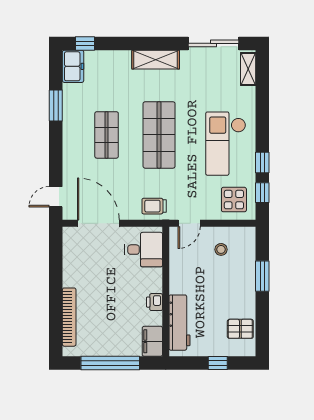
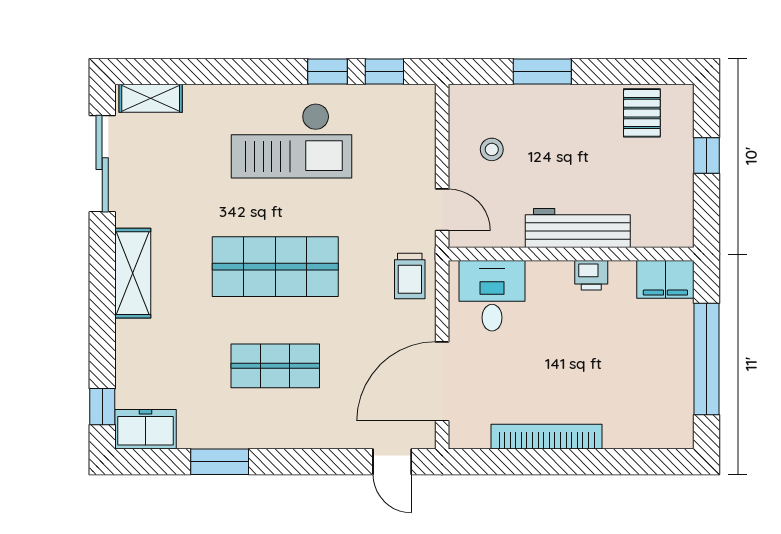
display table: (234, 200) -> (397, 125), removed
bookcase: (69, 317) -> (547, 437), moved
workbench: (179, 323) -> (578, 228), moved

